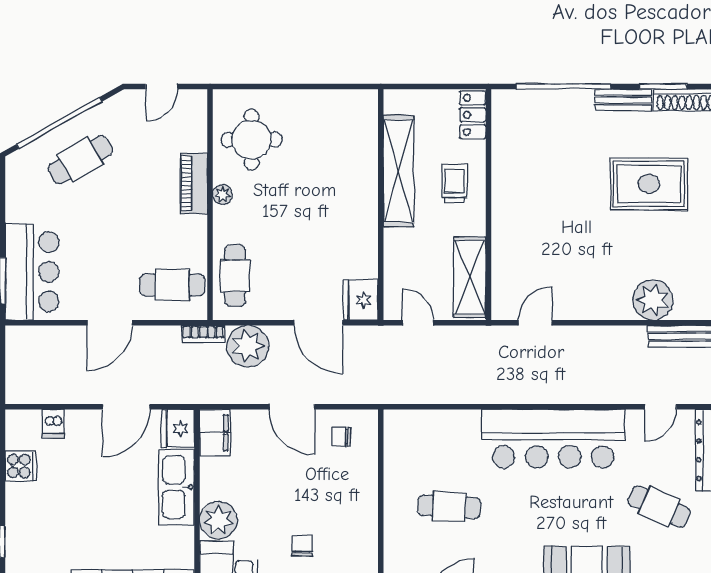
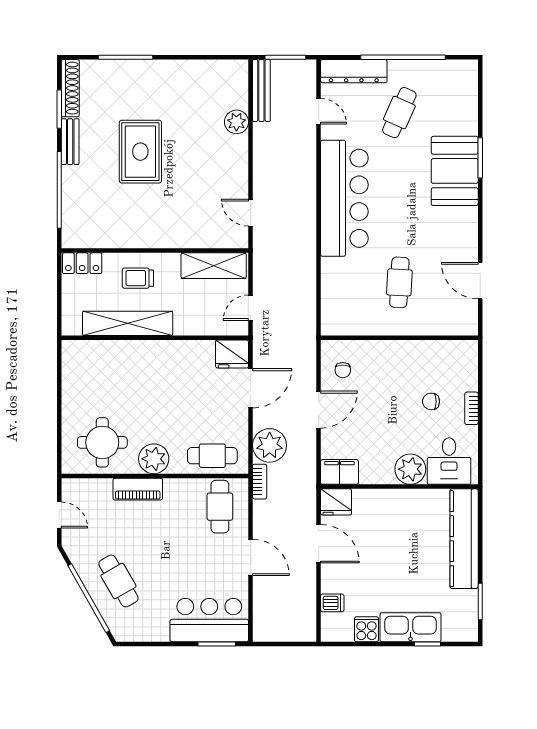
rug: (649, 184) -> (140, 152), moved
plant: (223, 194) -> (154, 459), width x1.87, depth x1.87
plant: (653, 300) -> (236, 122), width x0.73, depth x0.73
kitchen sink: (176, 487) -> (411, 627), moved, turned 180

